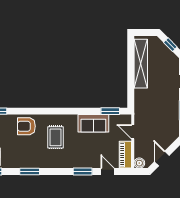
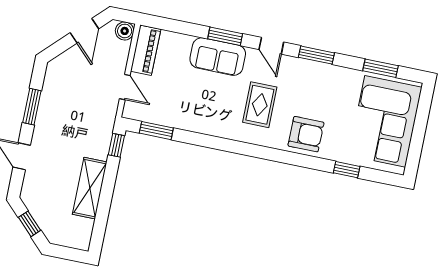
shelving: (141, 64) -> (90, 188), width x0.68
window: (131, 98) -> (116, 145), added
sofa: (93, 123) -> (218, 57), moved, turned 180
door: (107, 172) -> (271, 46), moved

